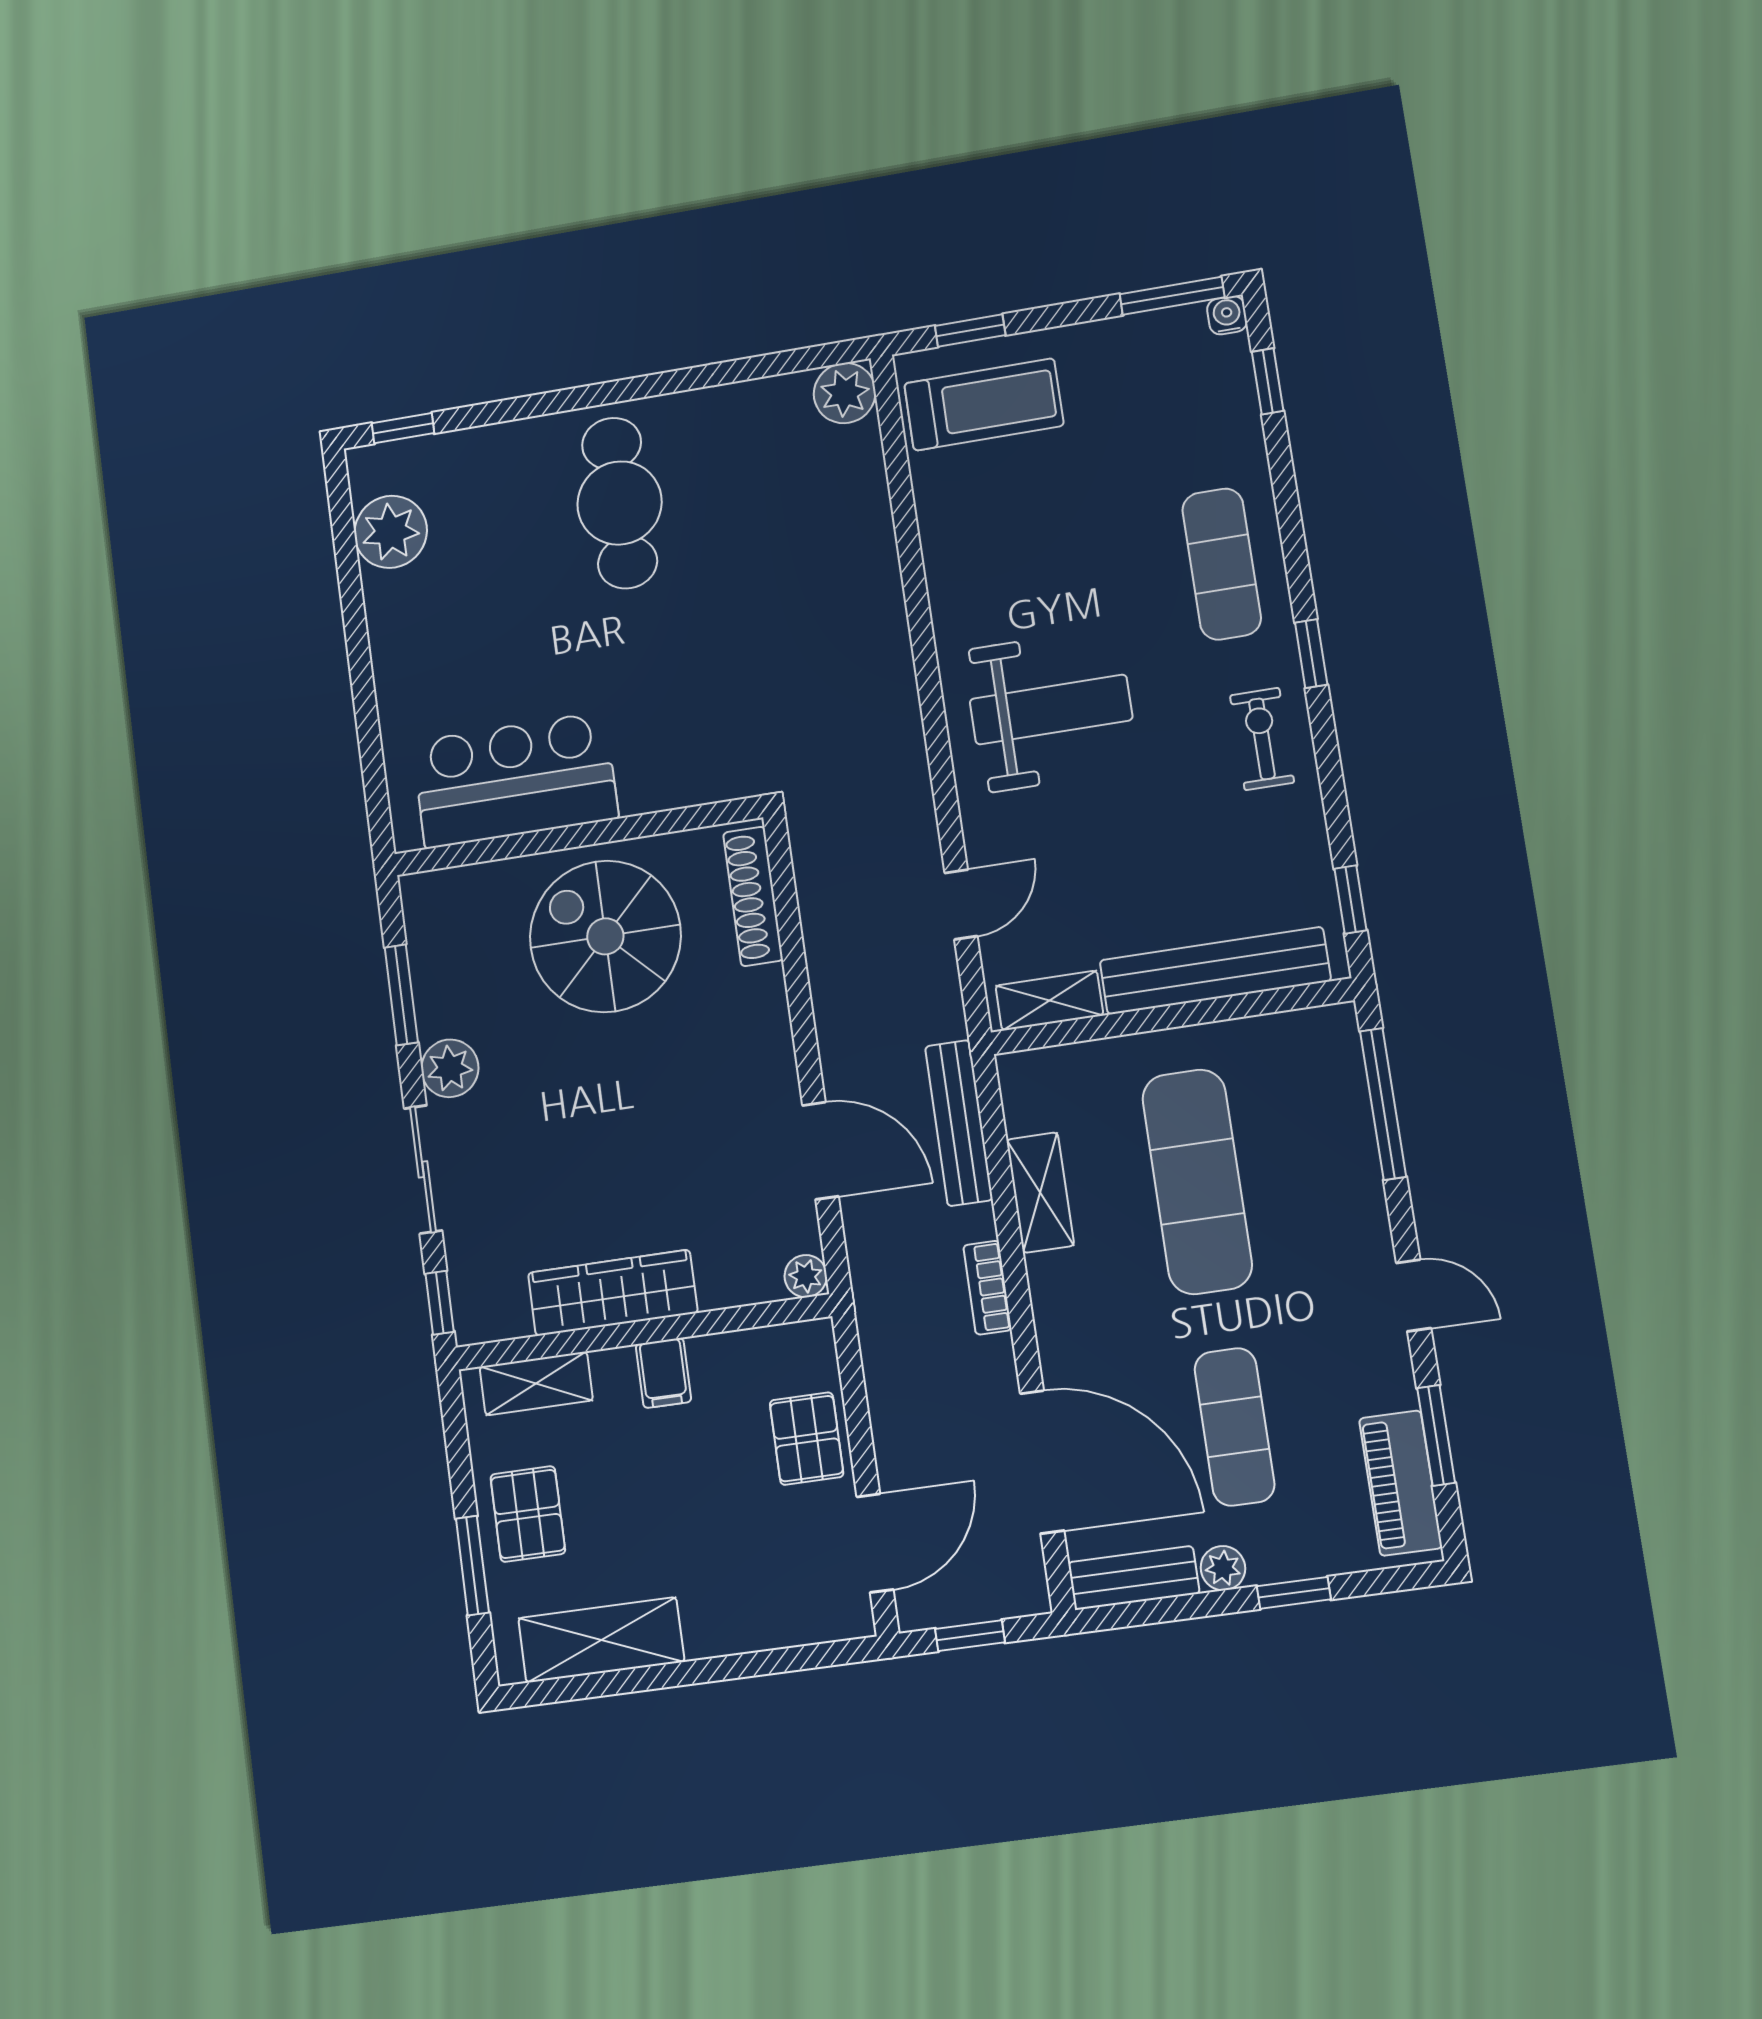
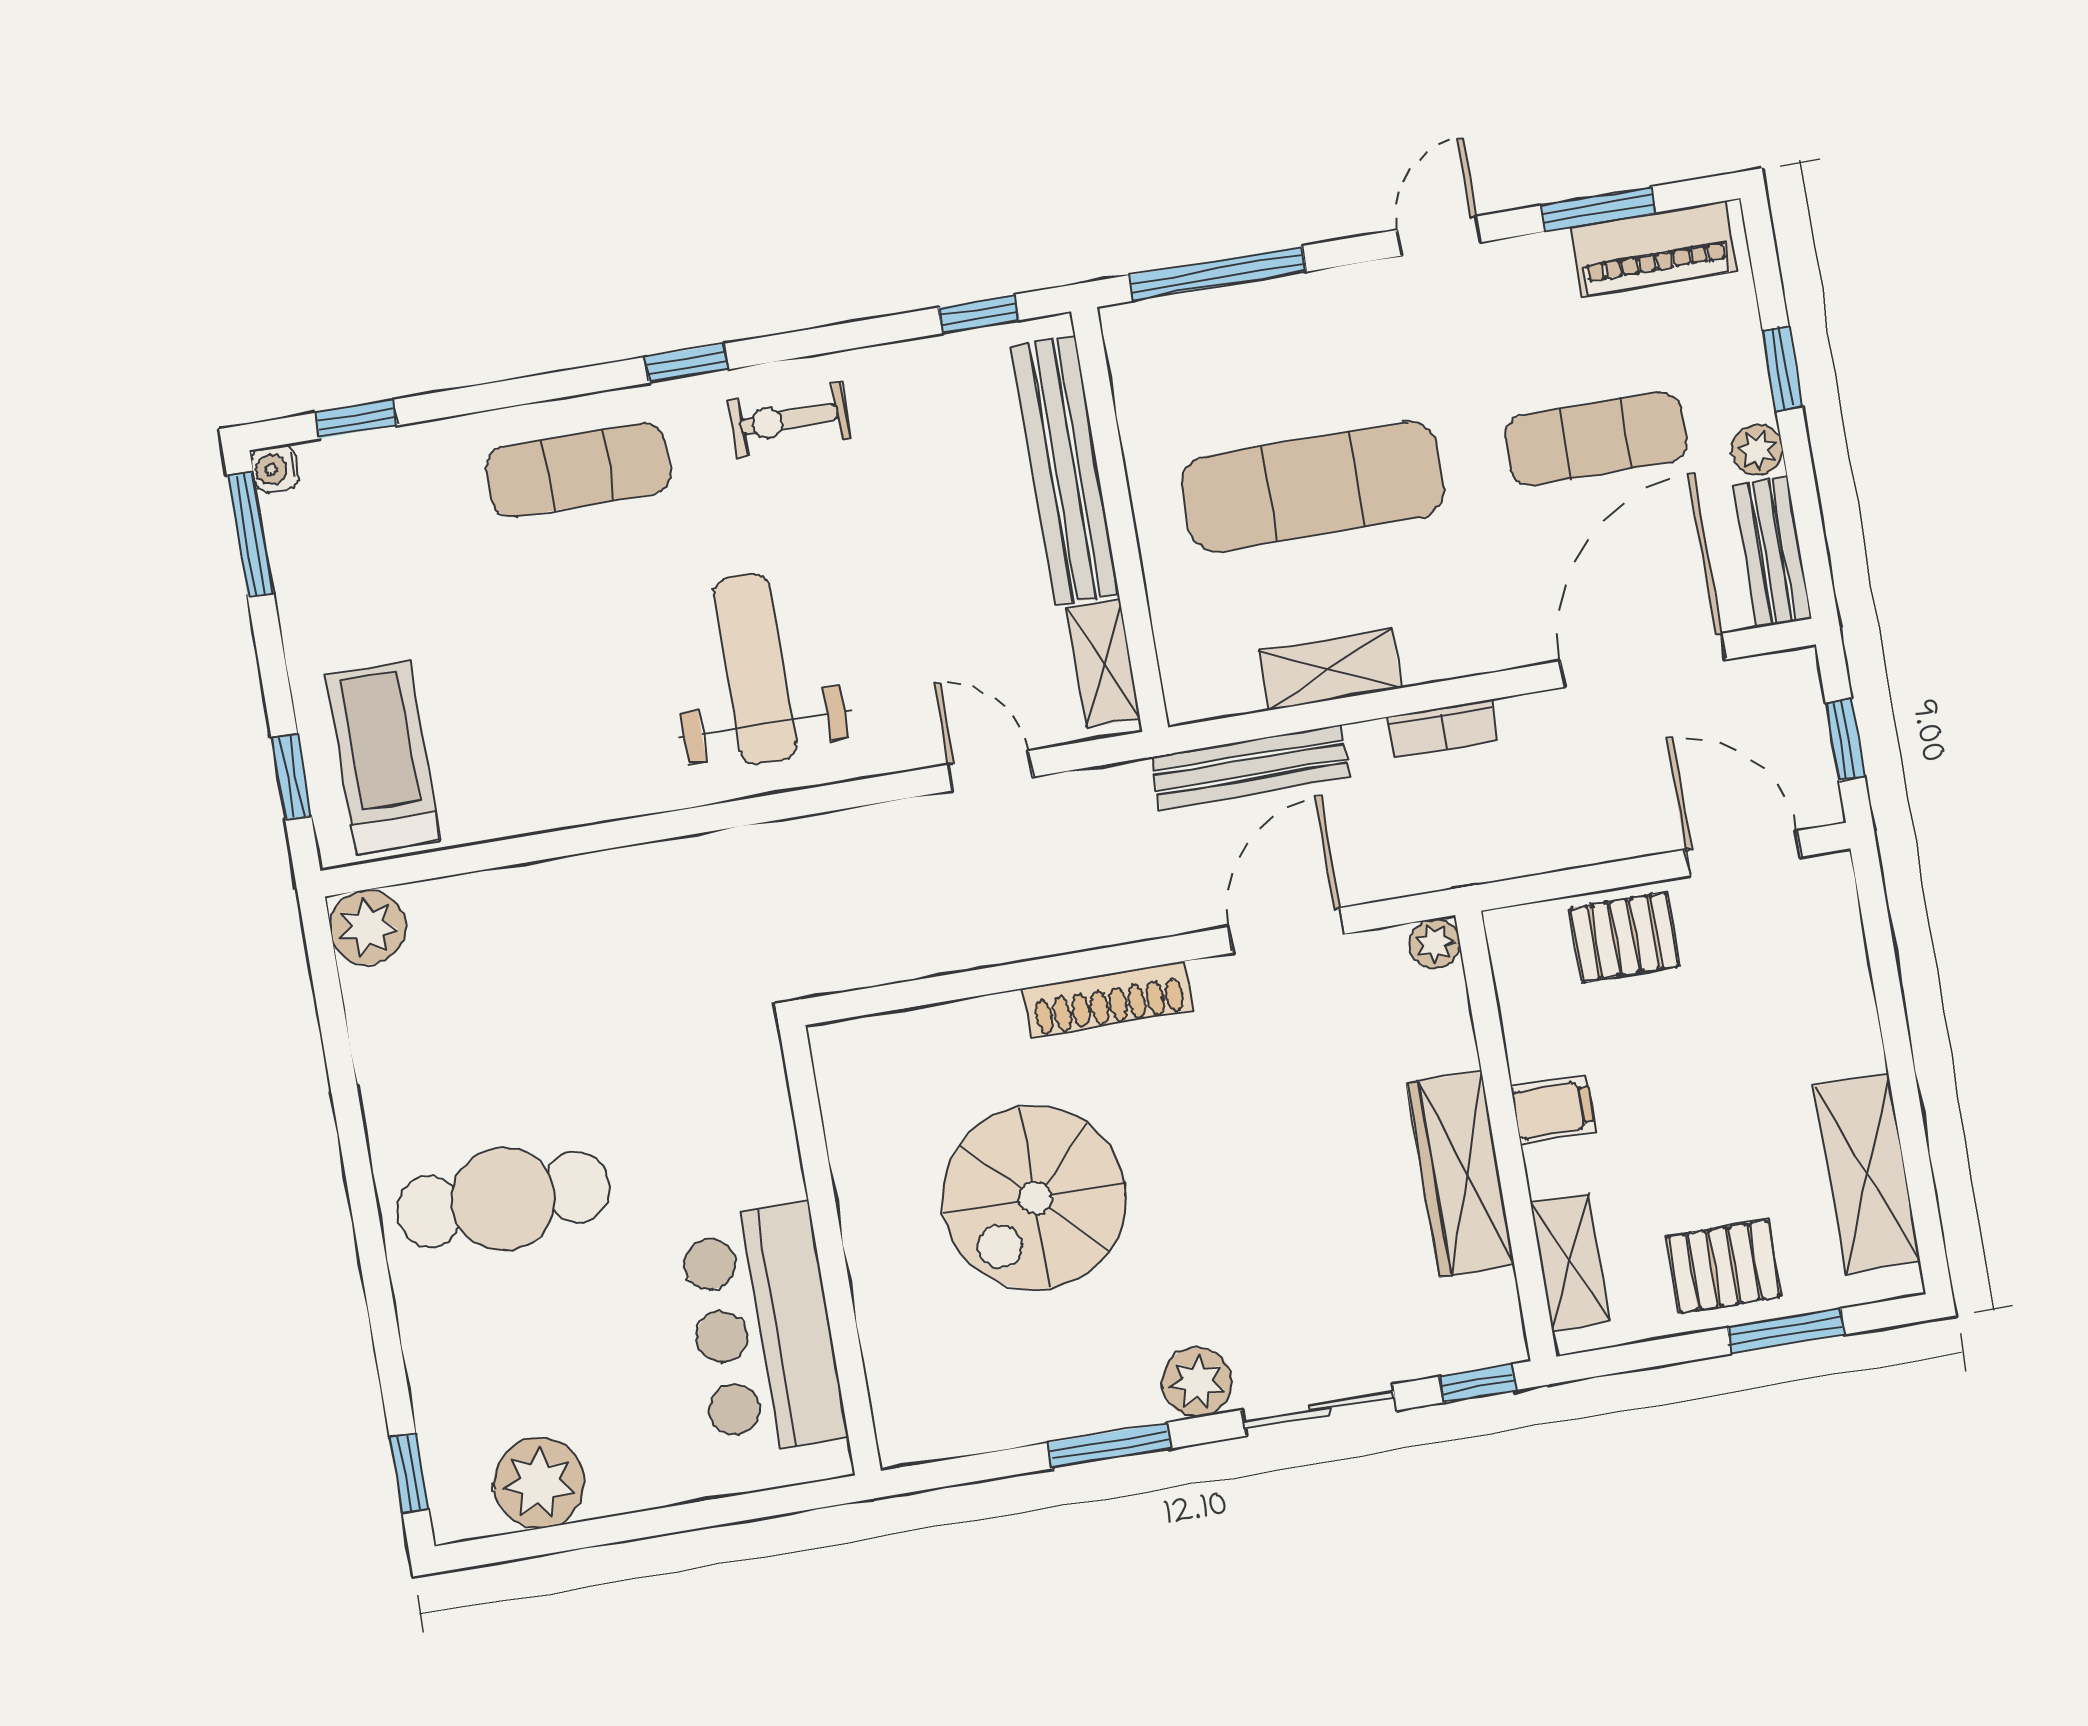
bar counter: (515, 780) -> (763, 1330), moved
wall: (578, 836) -> (830, 1250), moved
shoe rack: (753, 896) -> (1108, 999), moved

